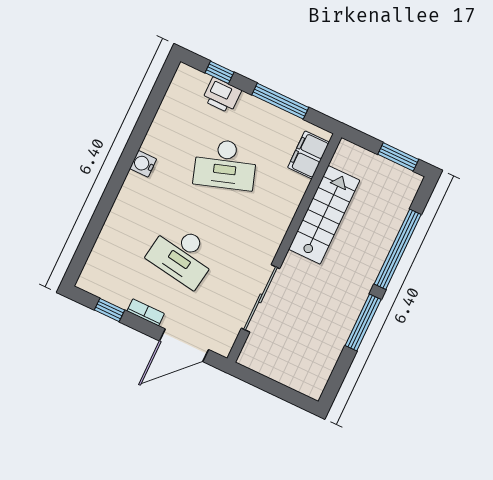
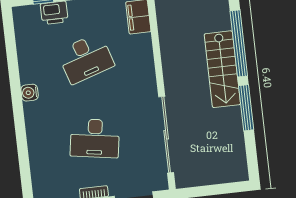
stairs: (324, 215) -> (222, 69), moved, turned 180
sliding door: (260, 298) -> (166, 135), width x1.36

